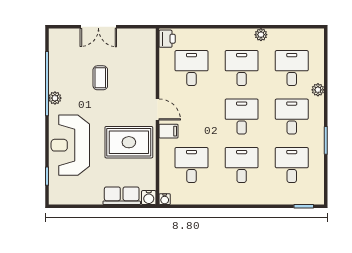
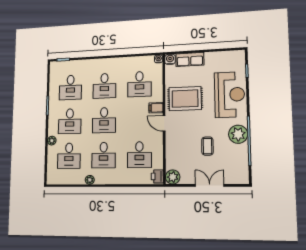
plant: (146, 38) -> (173, 177), added
plant: (55, 98) -> (238, 134), width x1.87, depth x1.87

